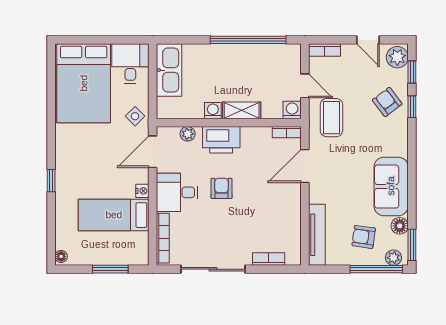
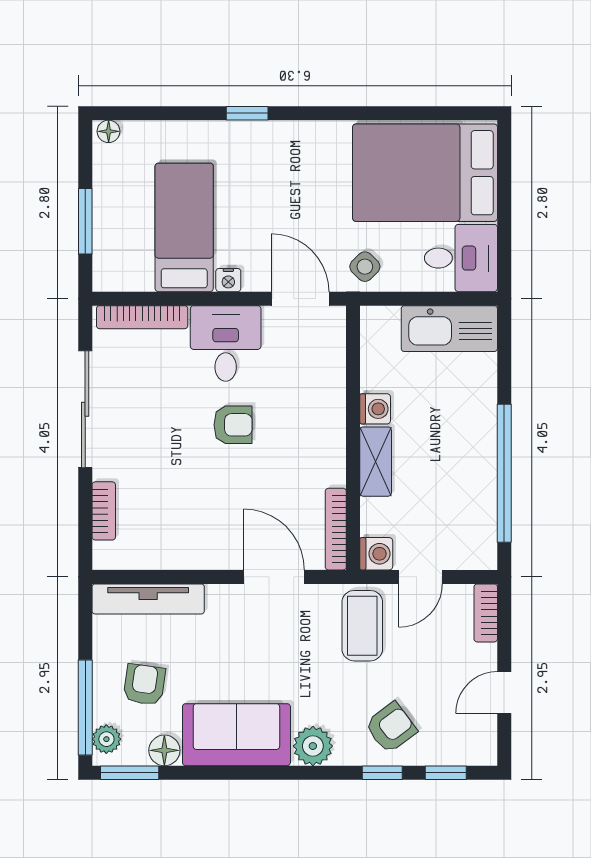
plant: (397, 57) -> (313, 746), moved
coffee table: (331, 118) -> (362, 626), turned 90
bookcase: (287, 132) -> (336, 529), width x1.56
plant: (188, 134) -> (333, 363), removed
printer: (221, 140) -> (322, 424), removed

